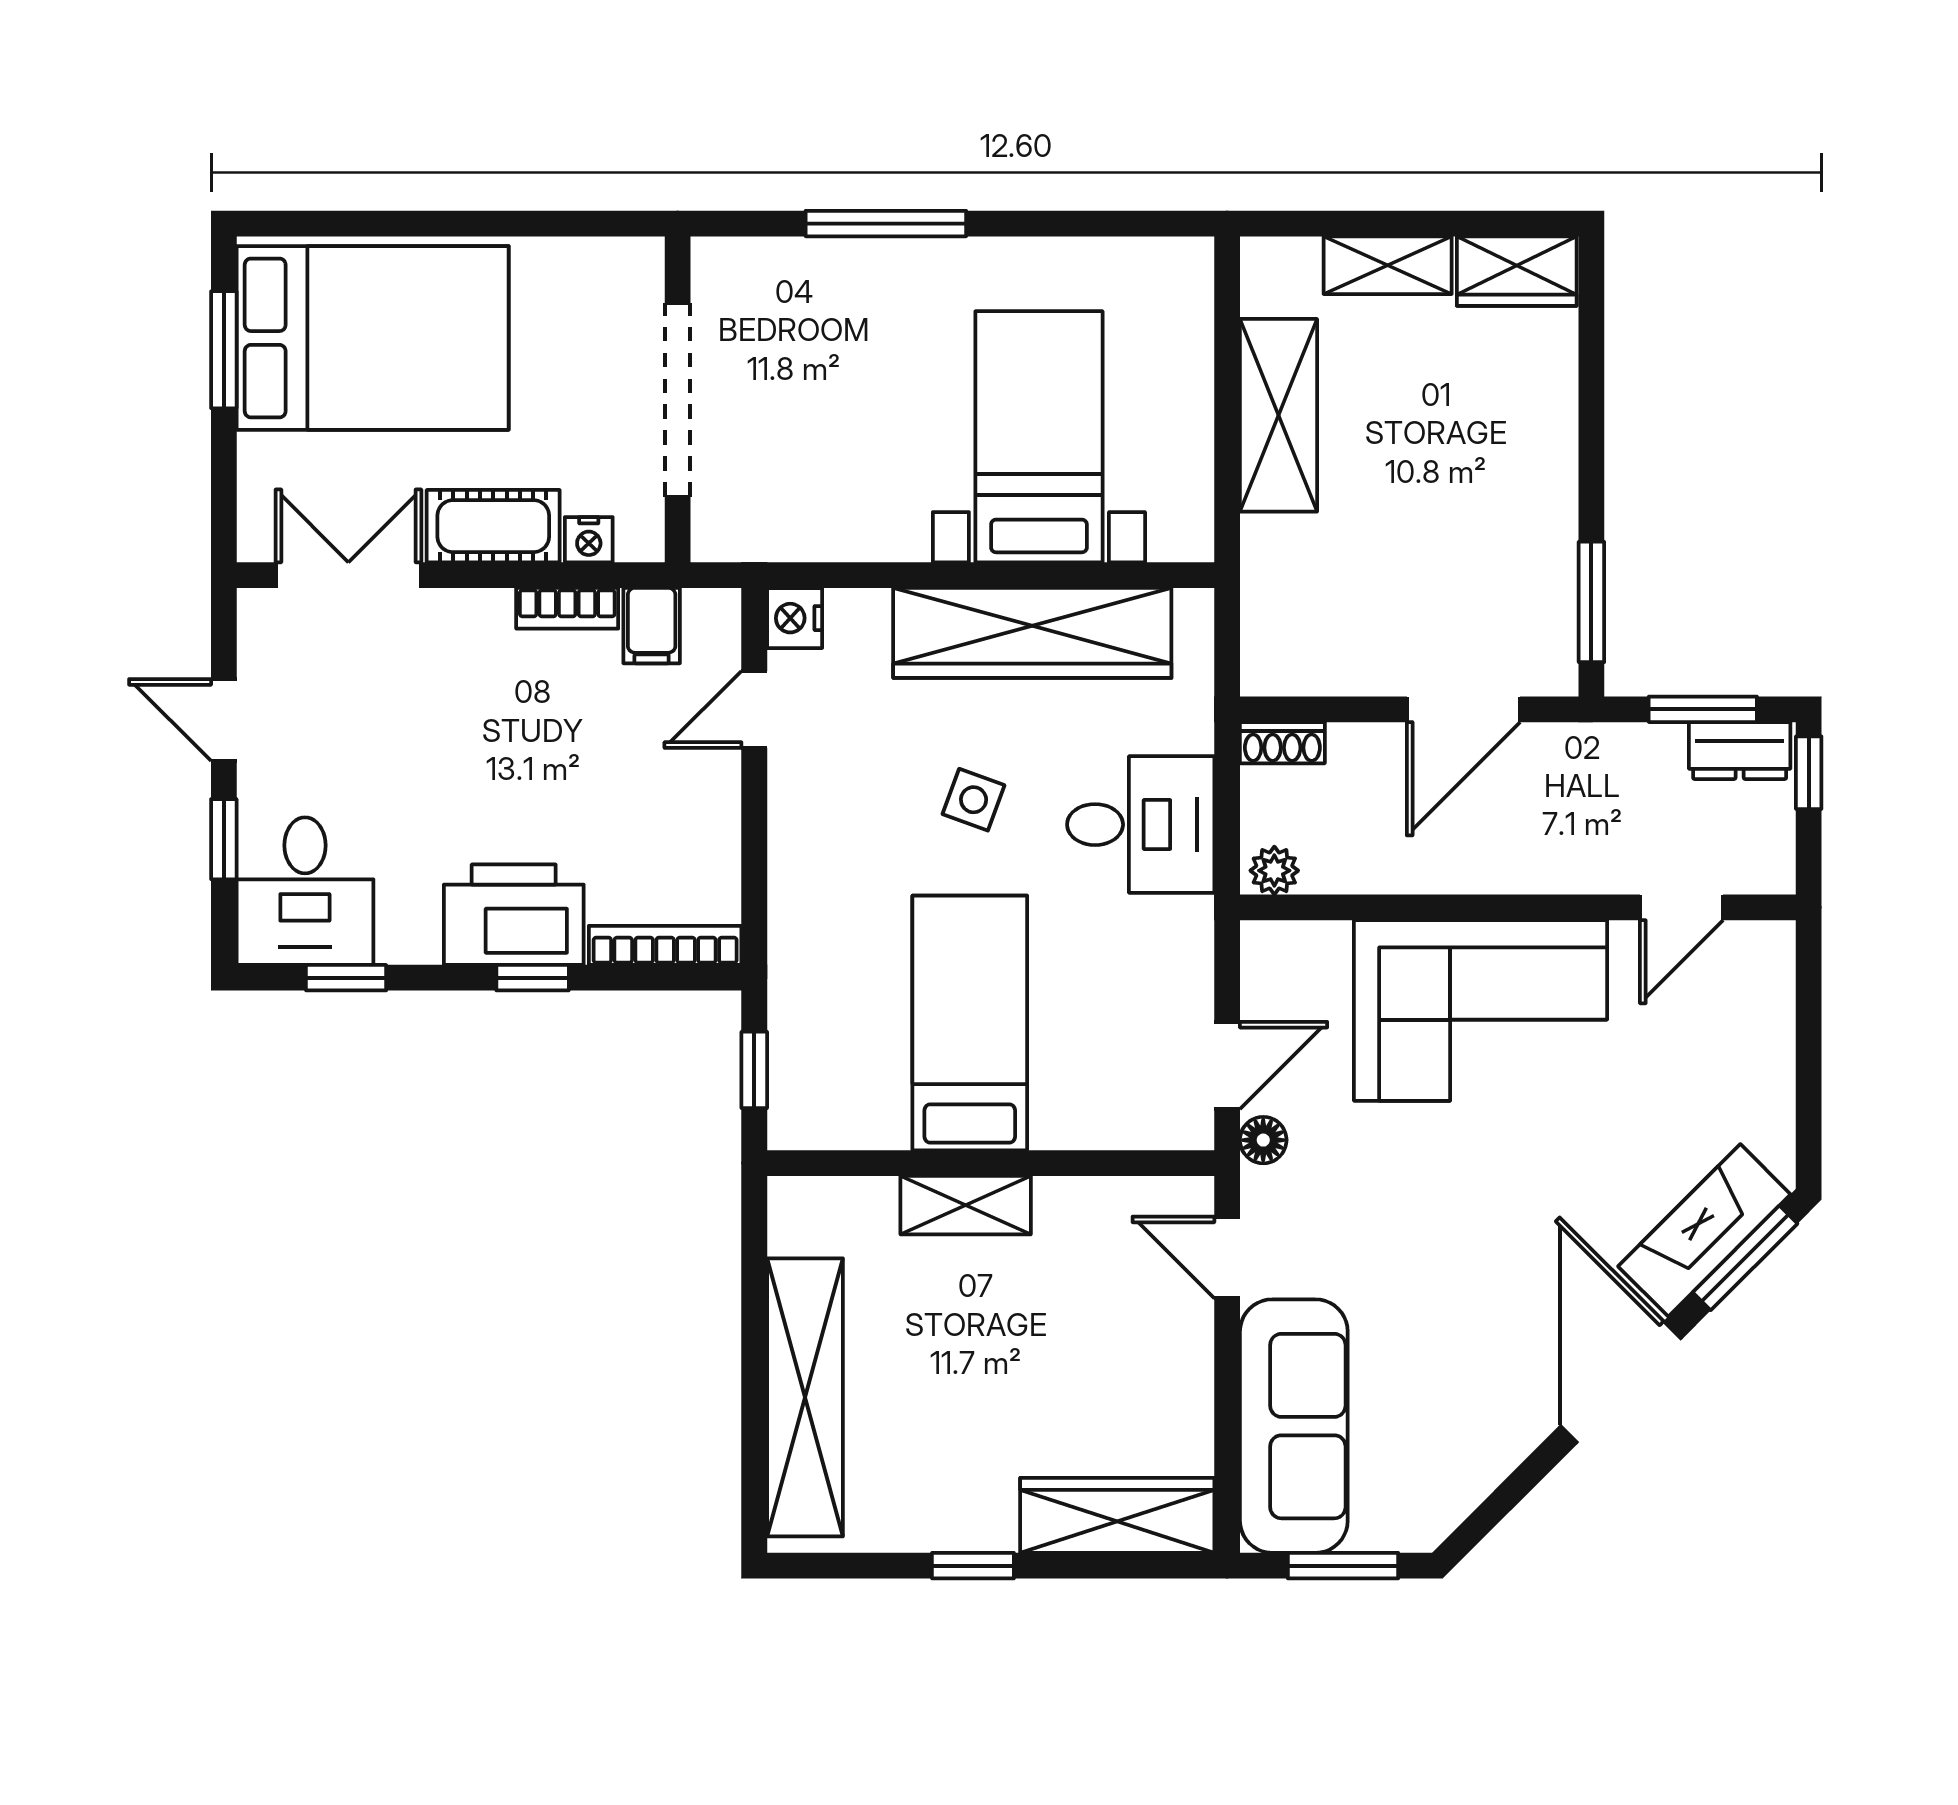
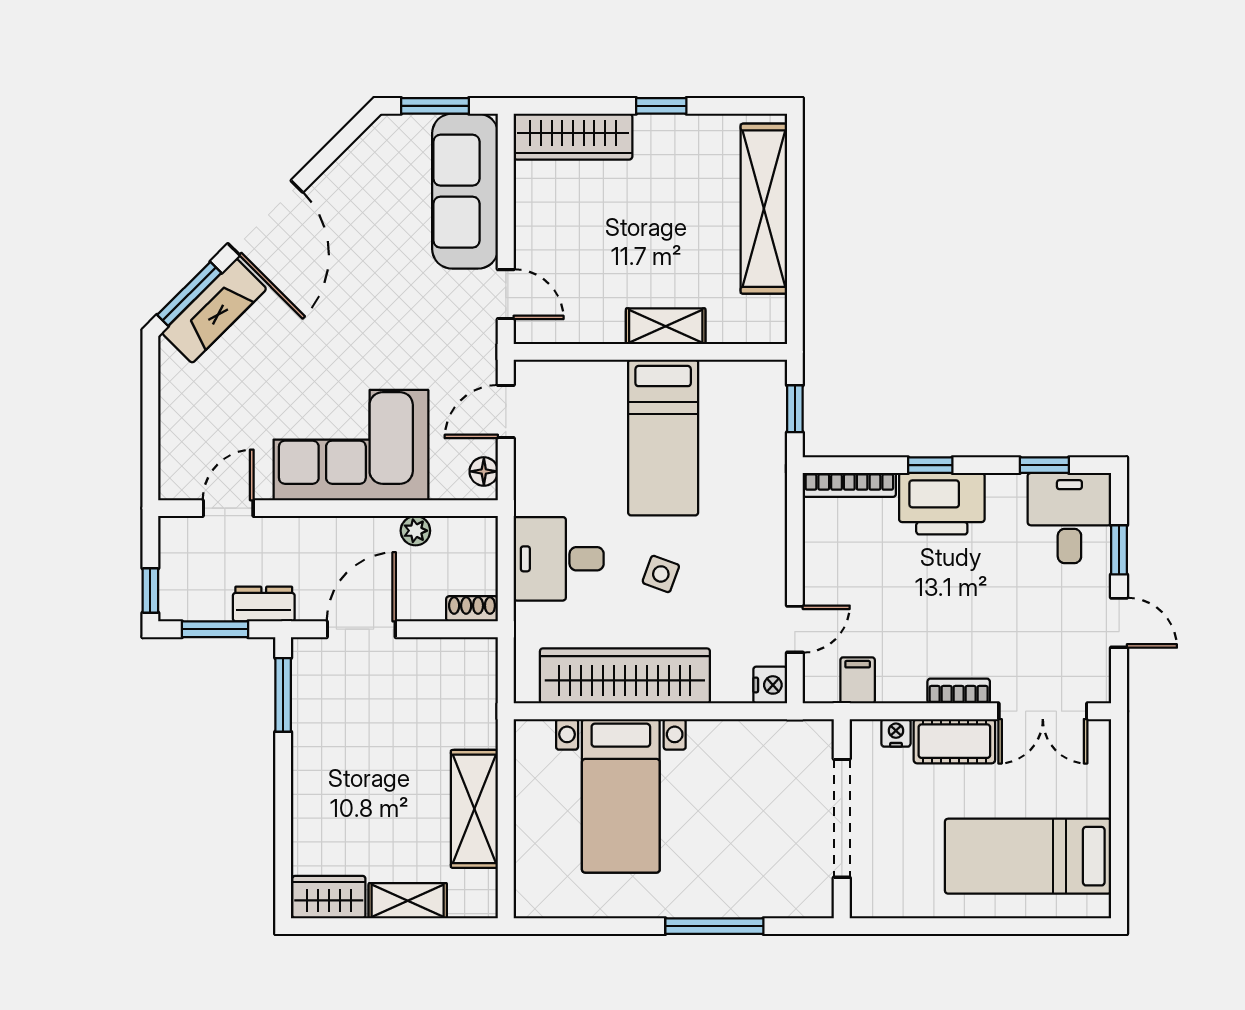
bed: (373, 338) -> (1028, 856), width x0.67
window: (224, 350) -> (1119, 849), removed
bookcase: (567, 608) -> (959, 691), moved
dresser: (1740, 751) -> (264, 604), moved
plant: (1274, 871) -> (415, 531), moved
floor lamp: (1263, 1140) -> (484, 471), moved

